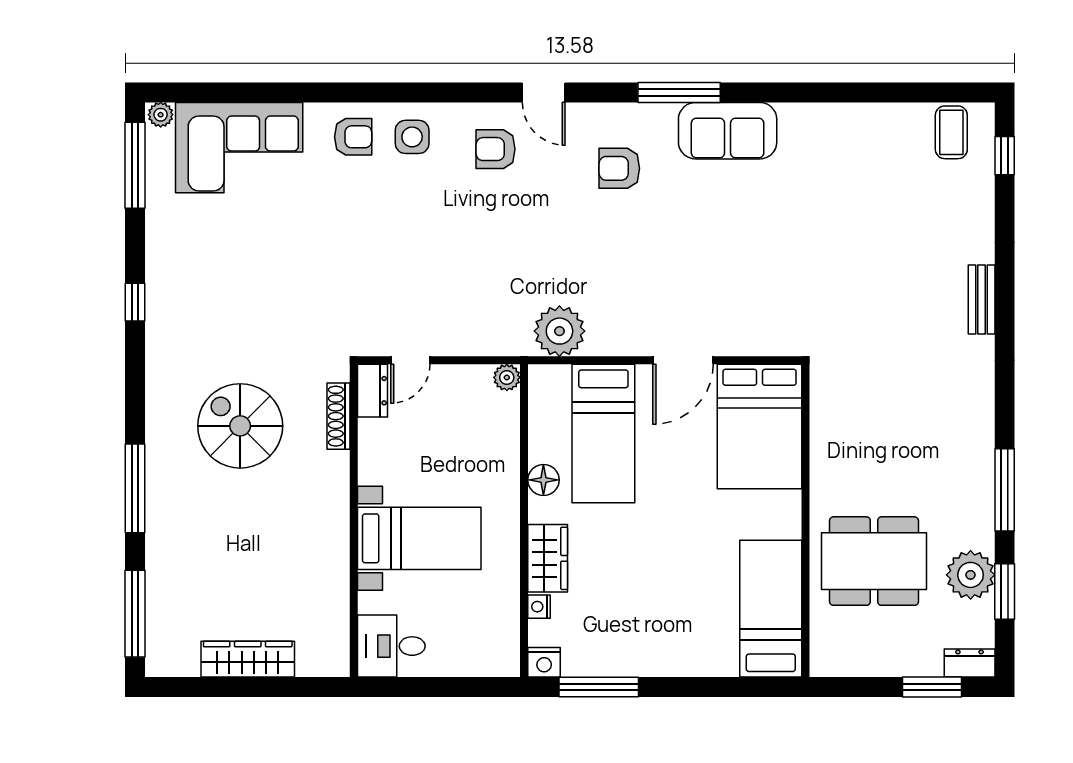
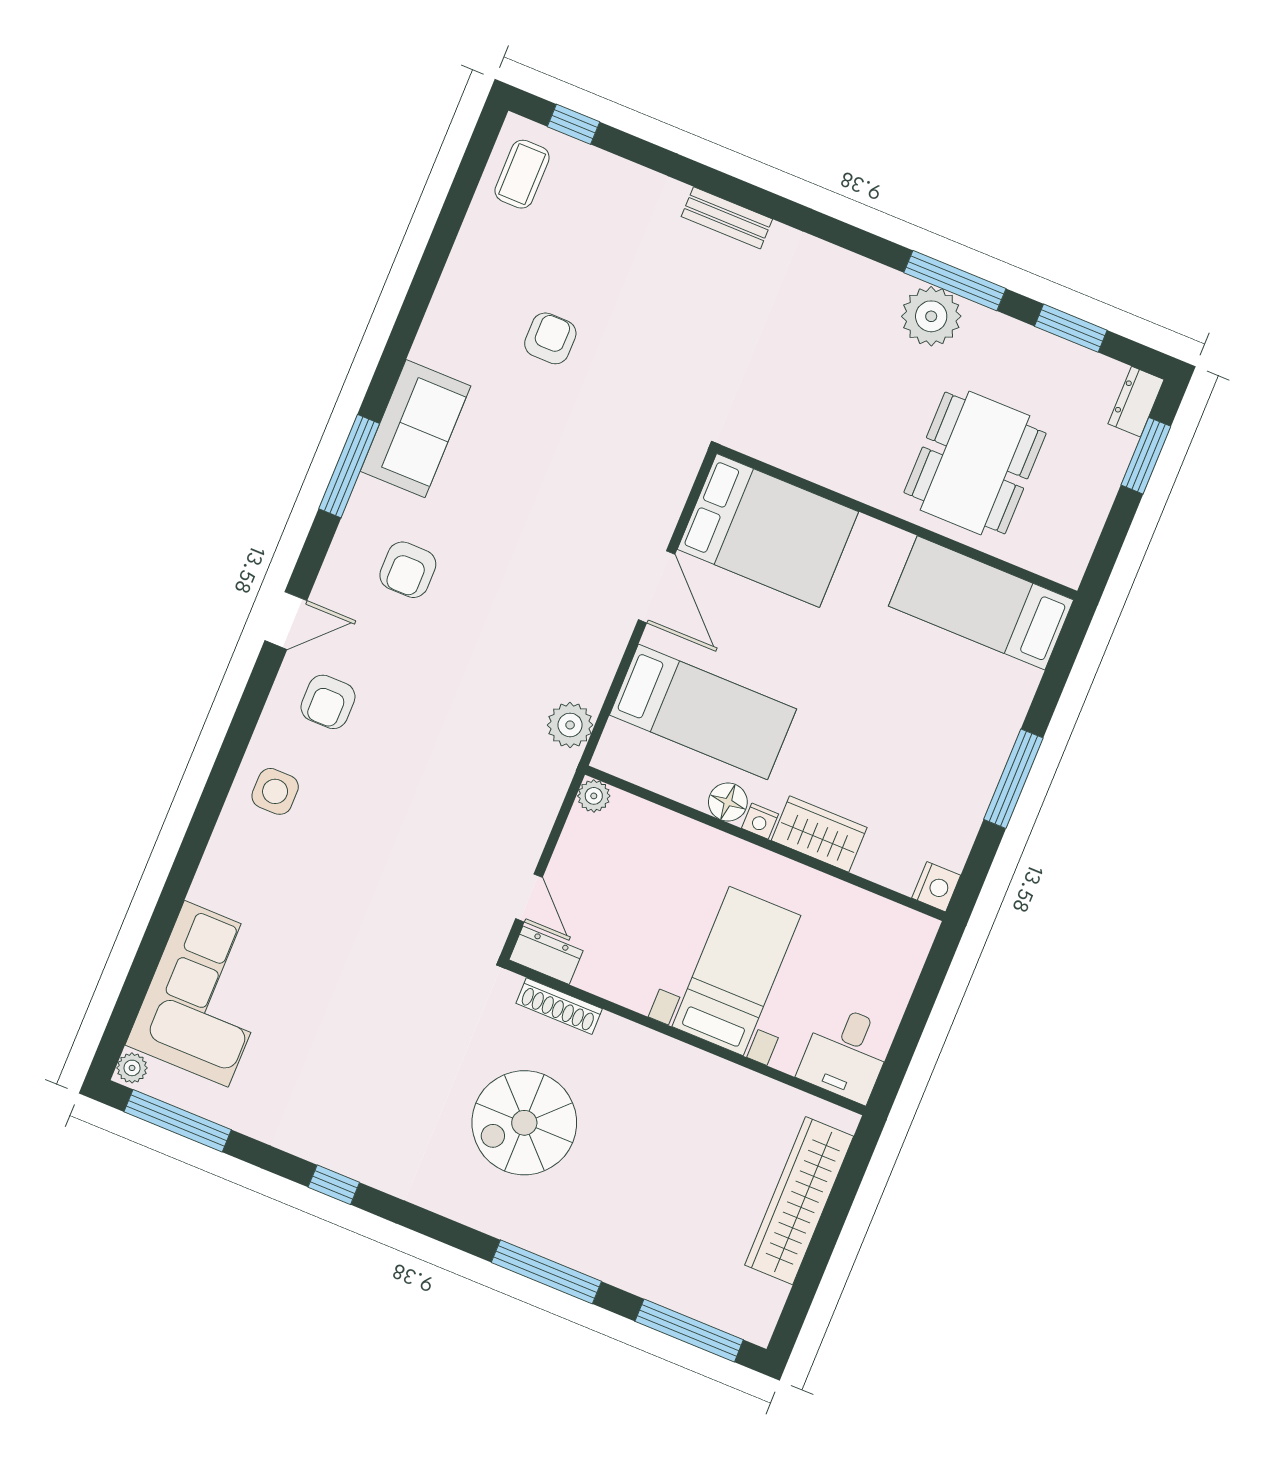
coffee table: (951, 132) -> (522, 174), turned 90
armchair: (353, 137) -> (550, 338), moved
plant: (559, 331) -> (570, 725), width x0.73, depth x0.73
plant: (971, 575) -> (931, 316), moved
nightstand: (539, 607) -> (760, 821), moved
wardrobe: (248, 659) -> (799, 1201), width x1.40, depth x1.17
window: (599, 687) -> (1013, 779), moved

